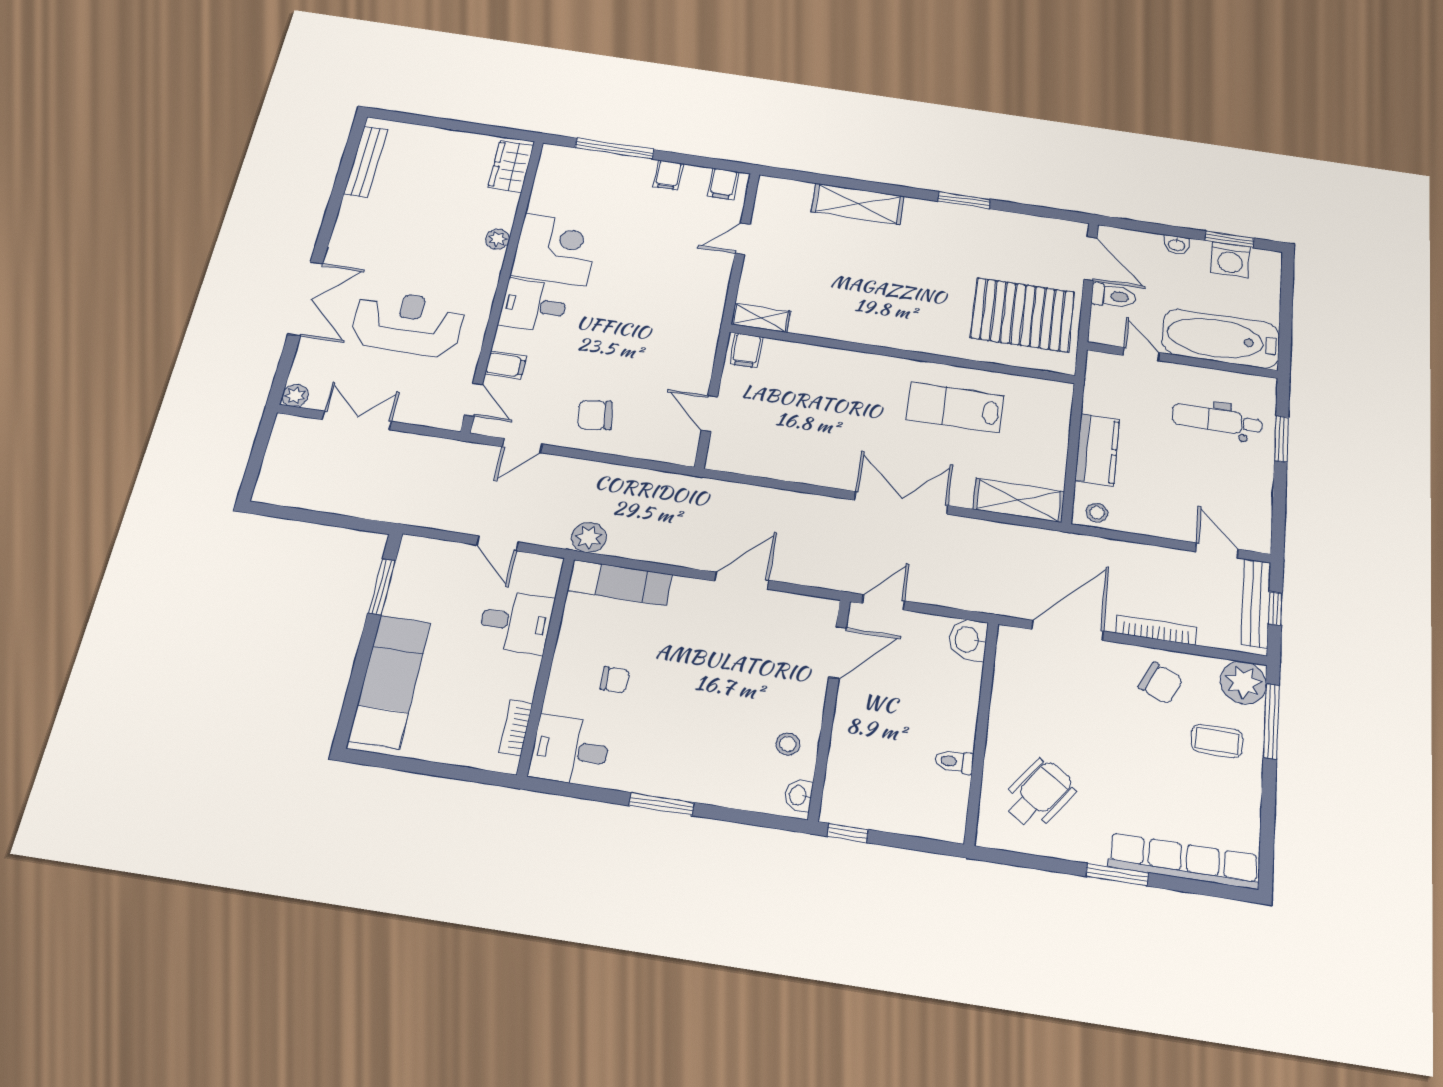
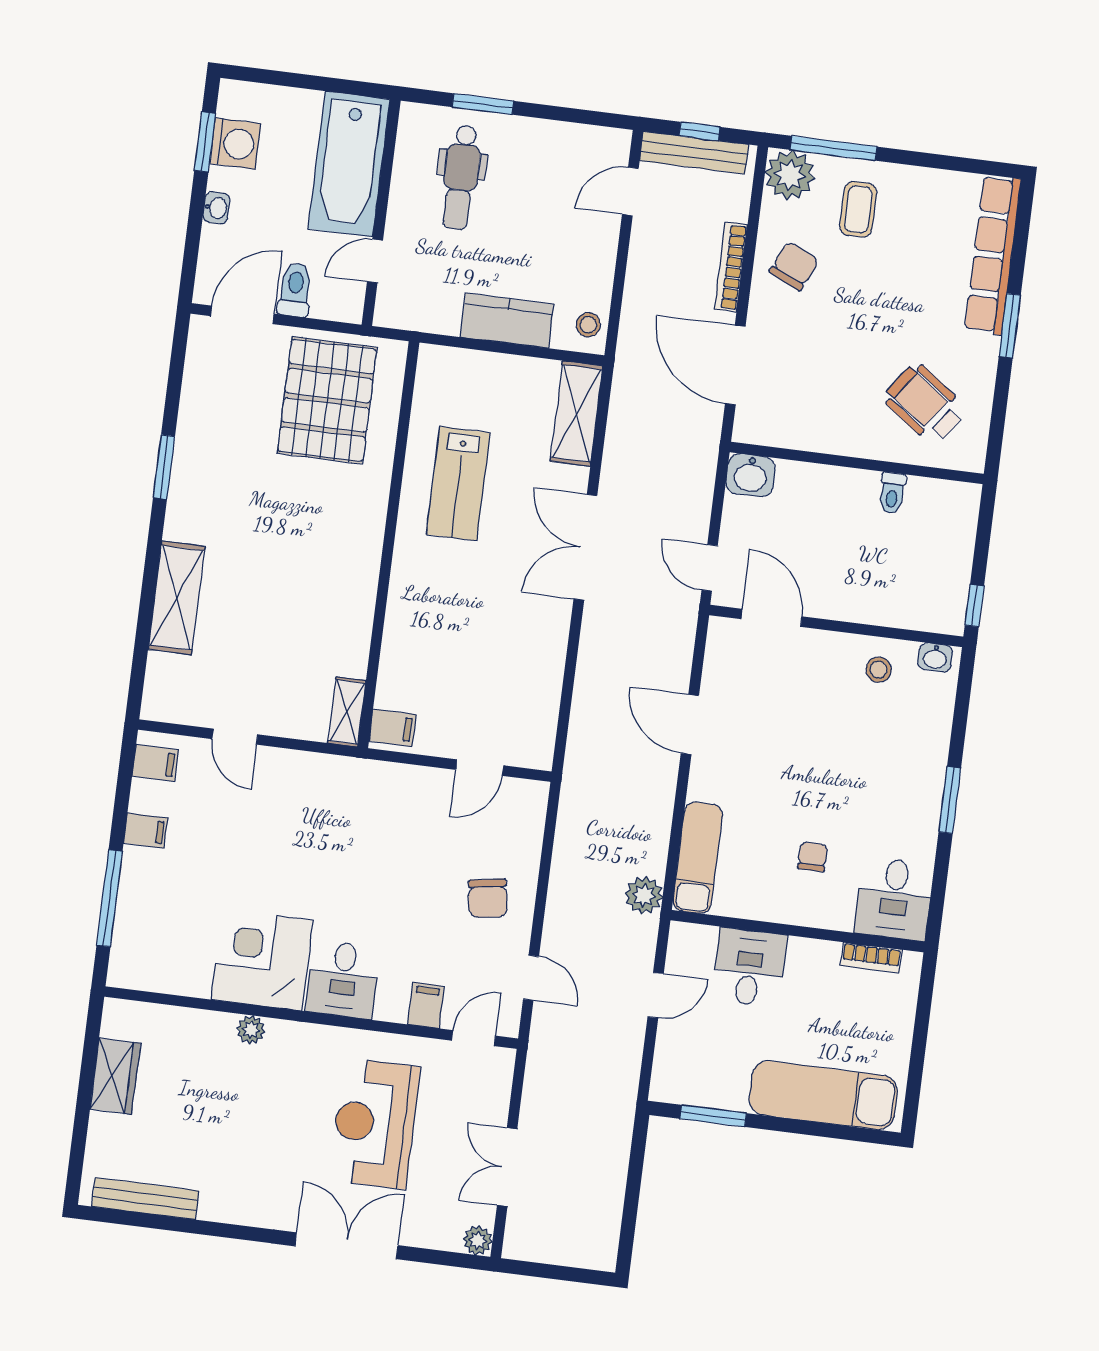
wardrobe: (511, 166) -> (115, 1076), moved, turned -90

